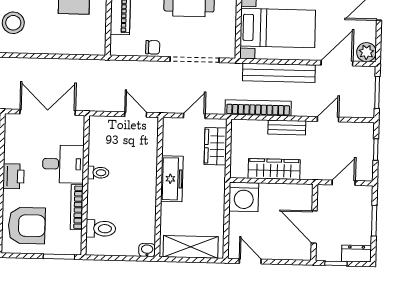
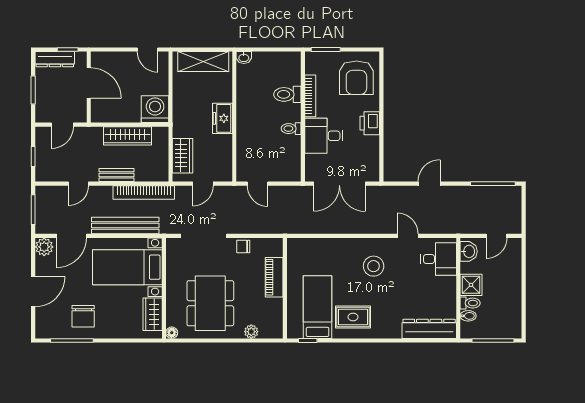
freezer: (172, 179) -> (222, 118), width x0.71
armchair: (27, 226) -> (356, 78), turned -90
toilet: (101, 229) -> (287, 94), moved
dresser: (356, 254) -> (55, 59), width x1.44

